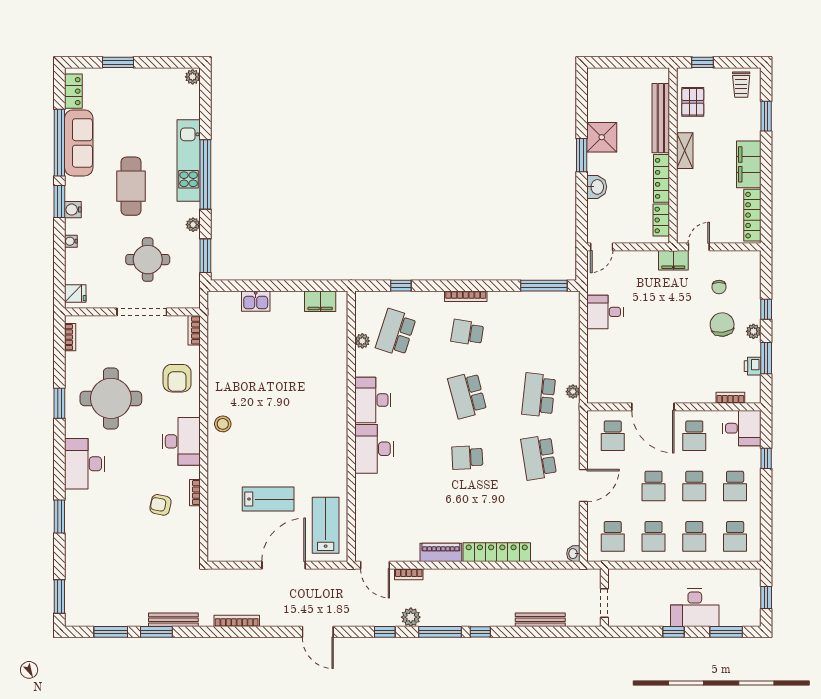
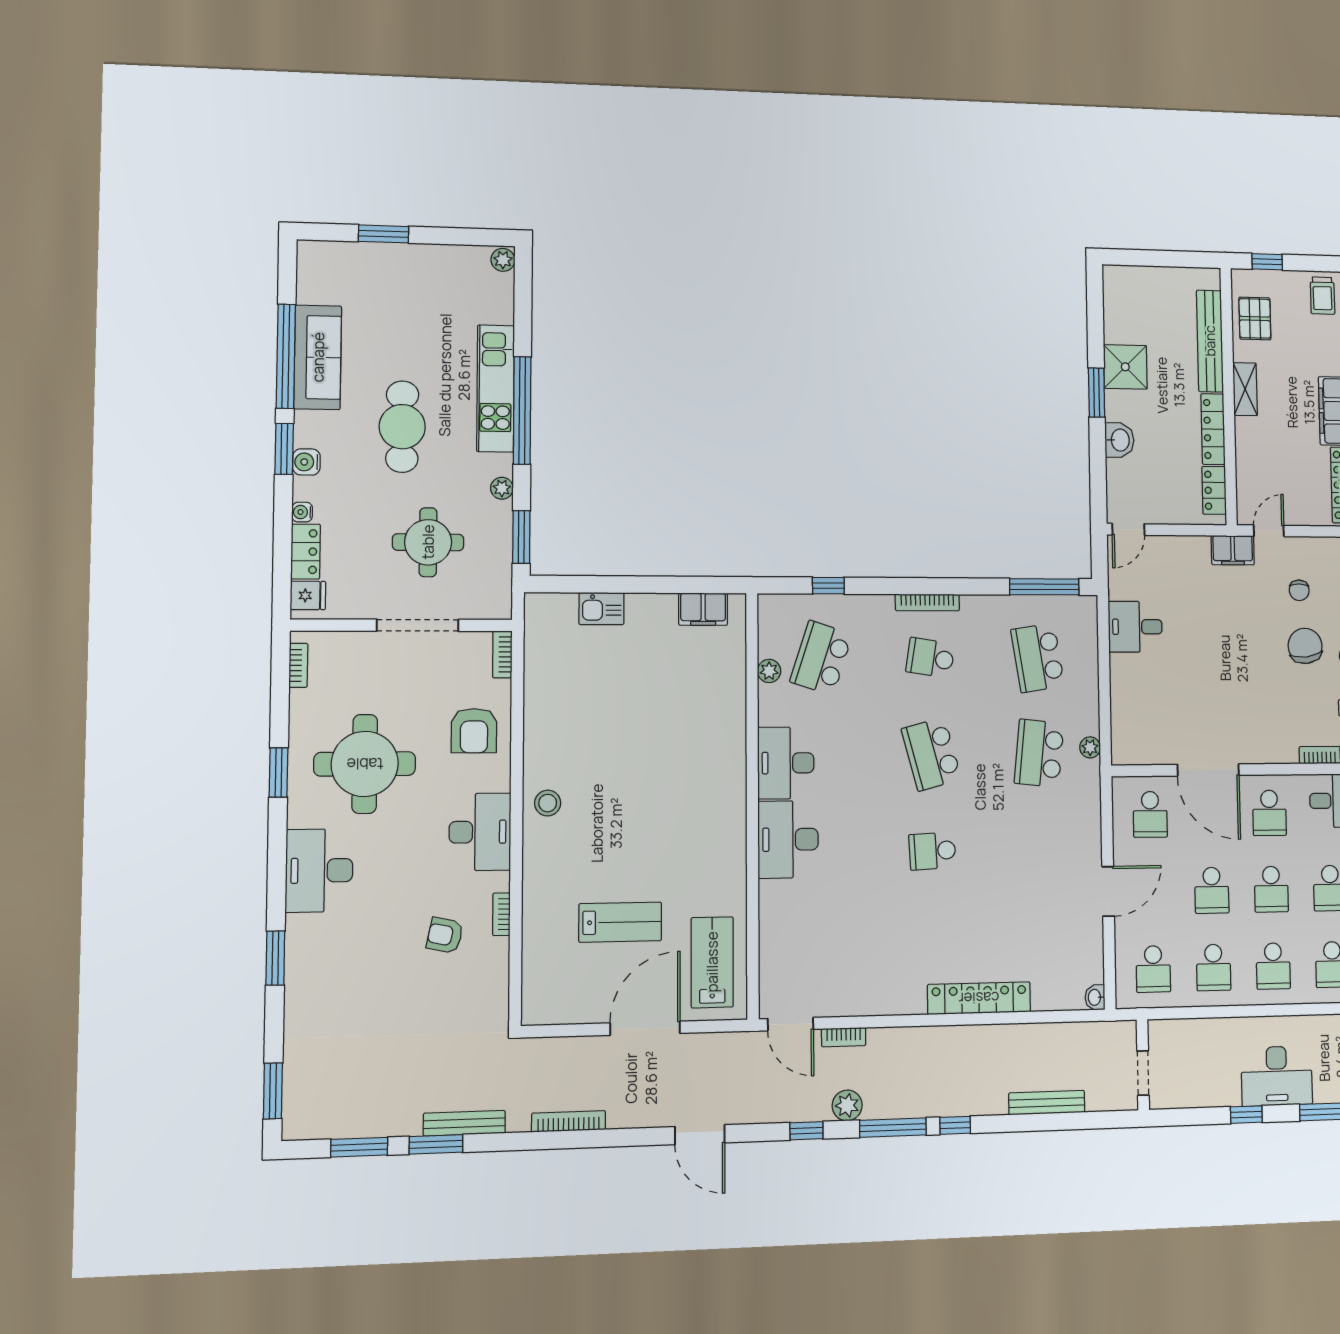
locker: (73, 91) -> (306, 552), moved
school desk: (539, 458) -> (1038, 658), moved
piano: (441, 552) -> (893, 1001), removed

